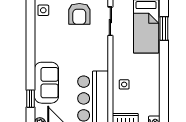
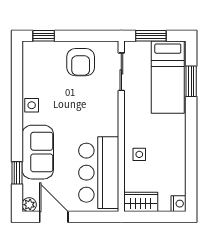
side table: (43, 10) -> (32, 105), moved

